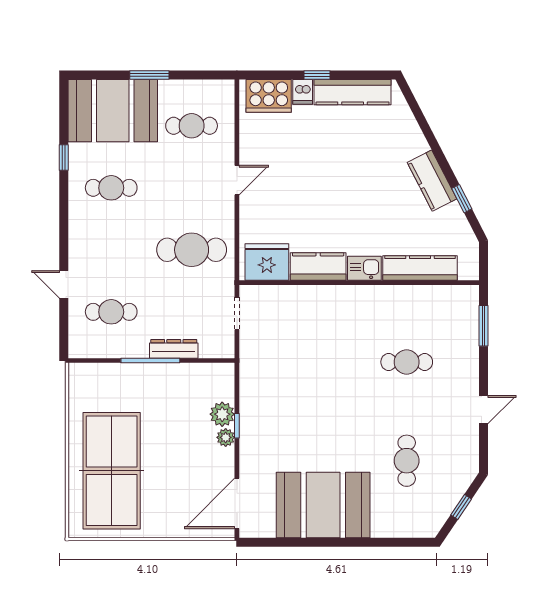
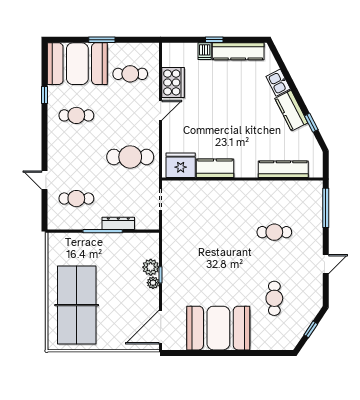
cooker: (269, 96) -> (173, 83), moved, turned -90
kitchen sink: (364, 268) -> (278, 83), moved, turned -117
window: (483, 326) -> (326, 208), width x1.44

